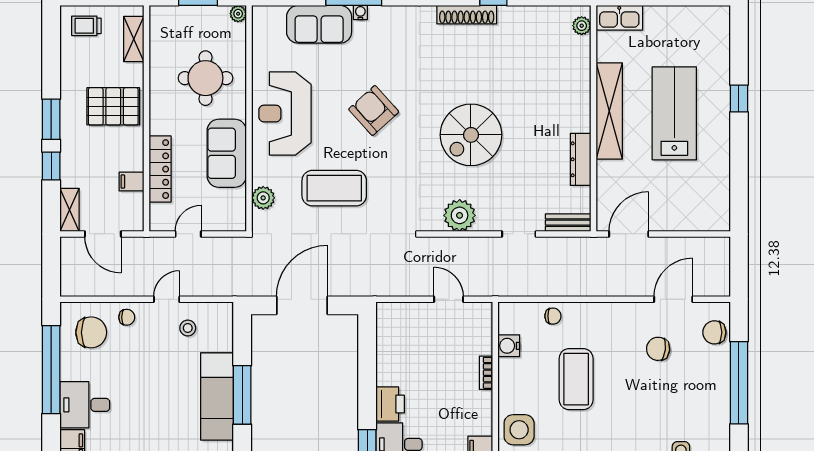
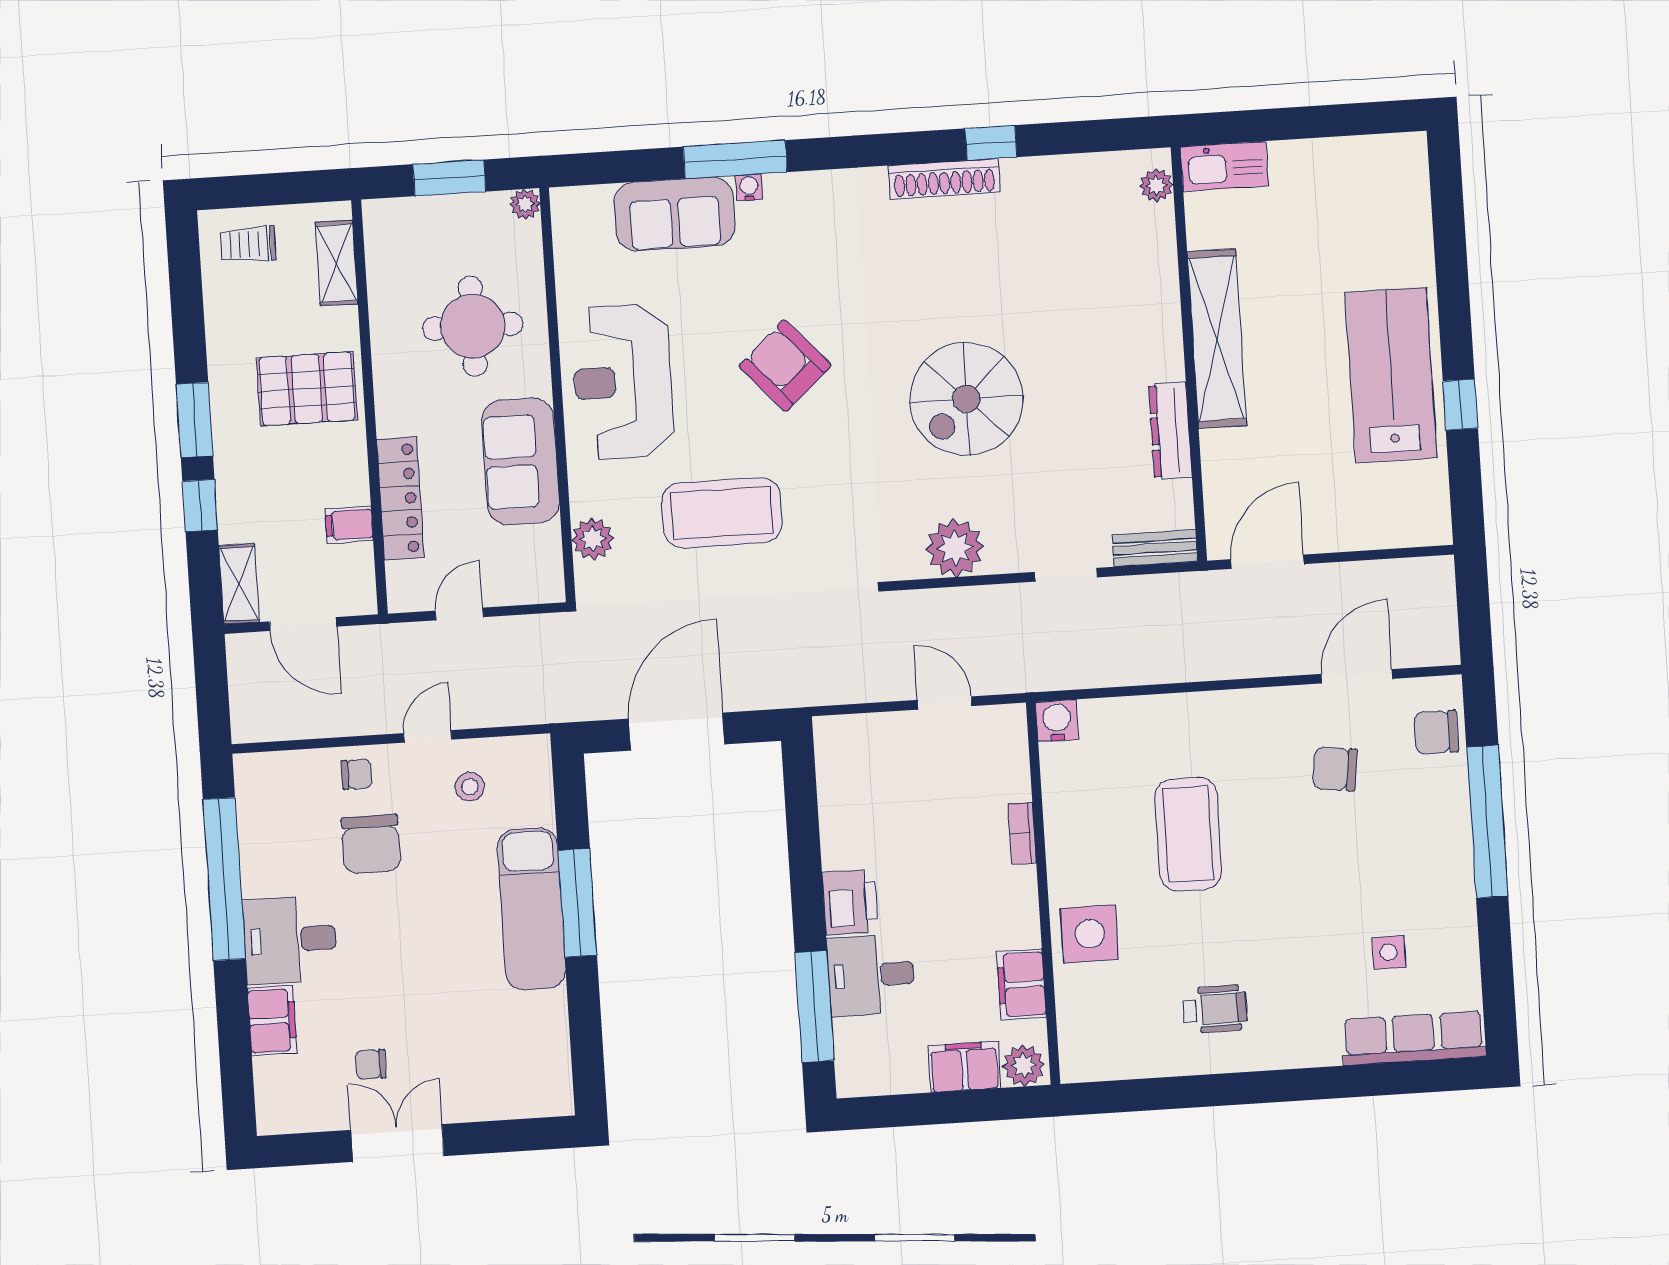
window: (739, 98) -> (1460, 405), moved
lab bench: (674, 113) -> (1391, 375), moved
chair: (553, 316) -> (1138, 721), removed
chair: (91, 332) -> (371, 844), moved, turned 90
water cooler: (509, 346) -> (1057, 721), moved, turned 90

